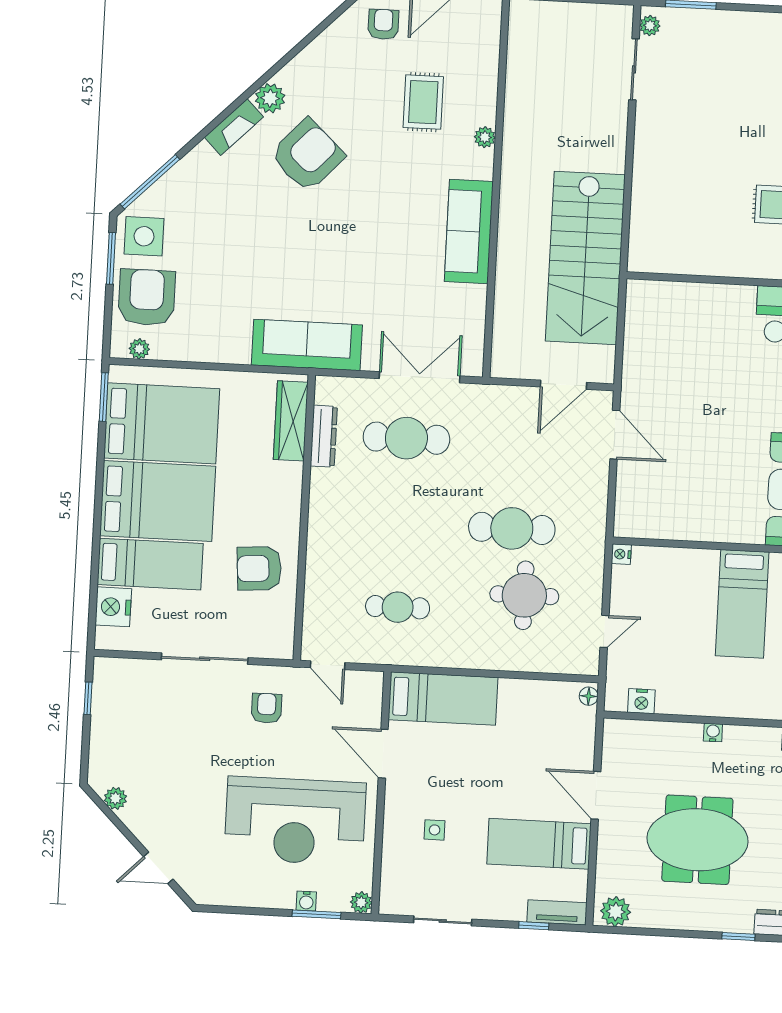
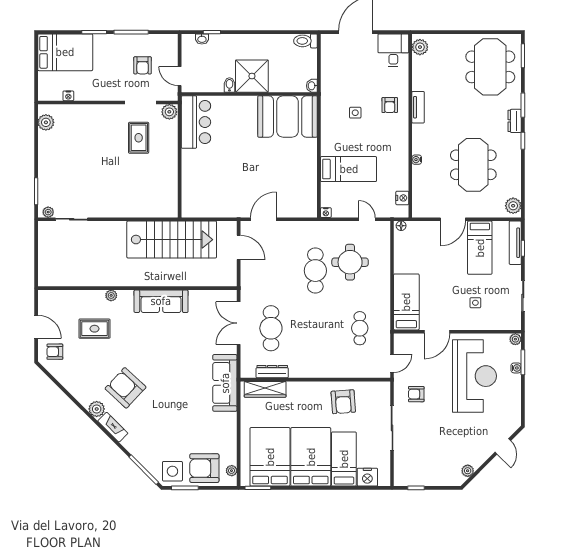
bed: (742, 604) -> (349, 169), moved
tv unit: (557, 912) -> (515, 243), width x1.41

